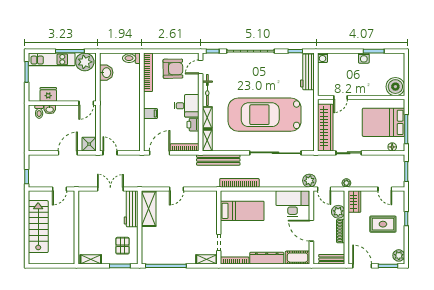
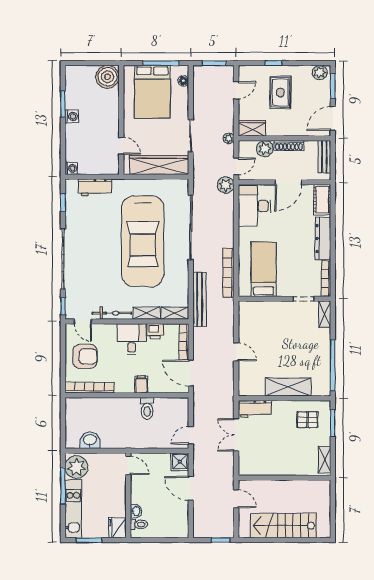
toilet: (131, 58) -> (147, 408), moved
armchair: (173, 69) -> (85, 356), turned 91
workbench: (307, 72) -> (95, 187), width x0.73
fridge: (48, 94) -> (117, 528), moved
workbench: (131, 209) -> (255, 409), width x0.73
shelving: (149, 209) -> (288, 387), moved

